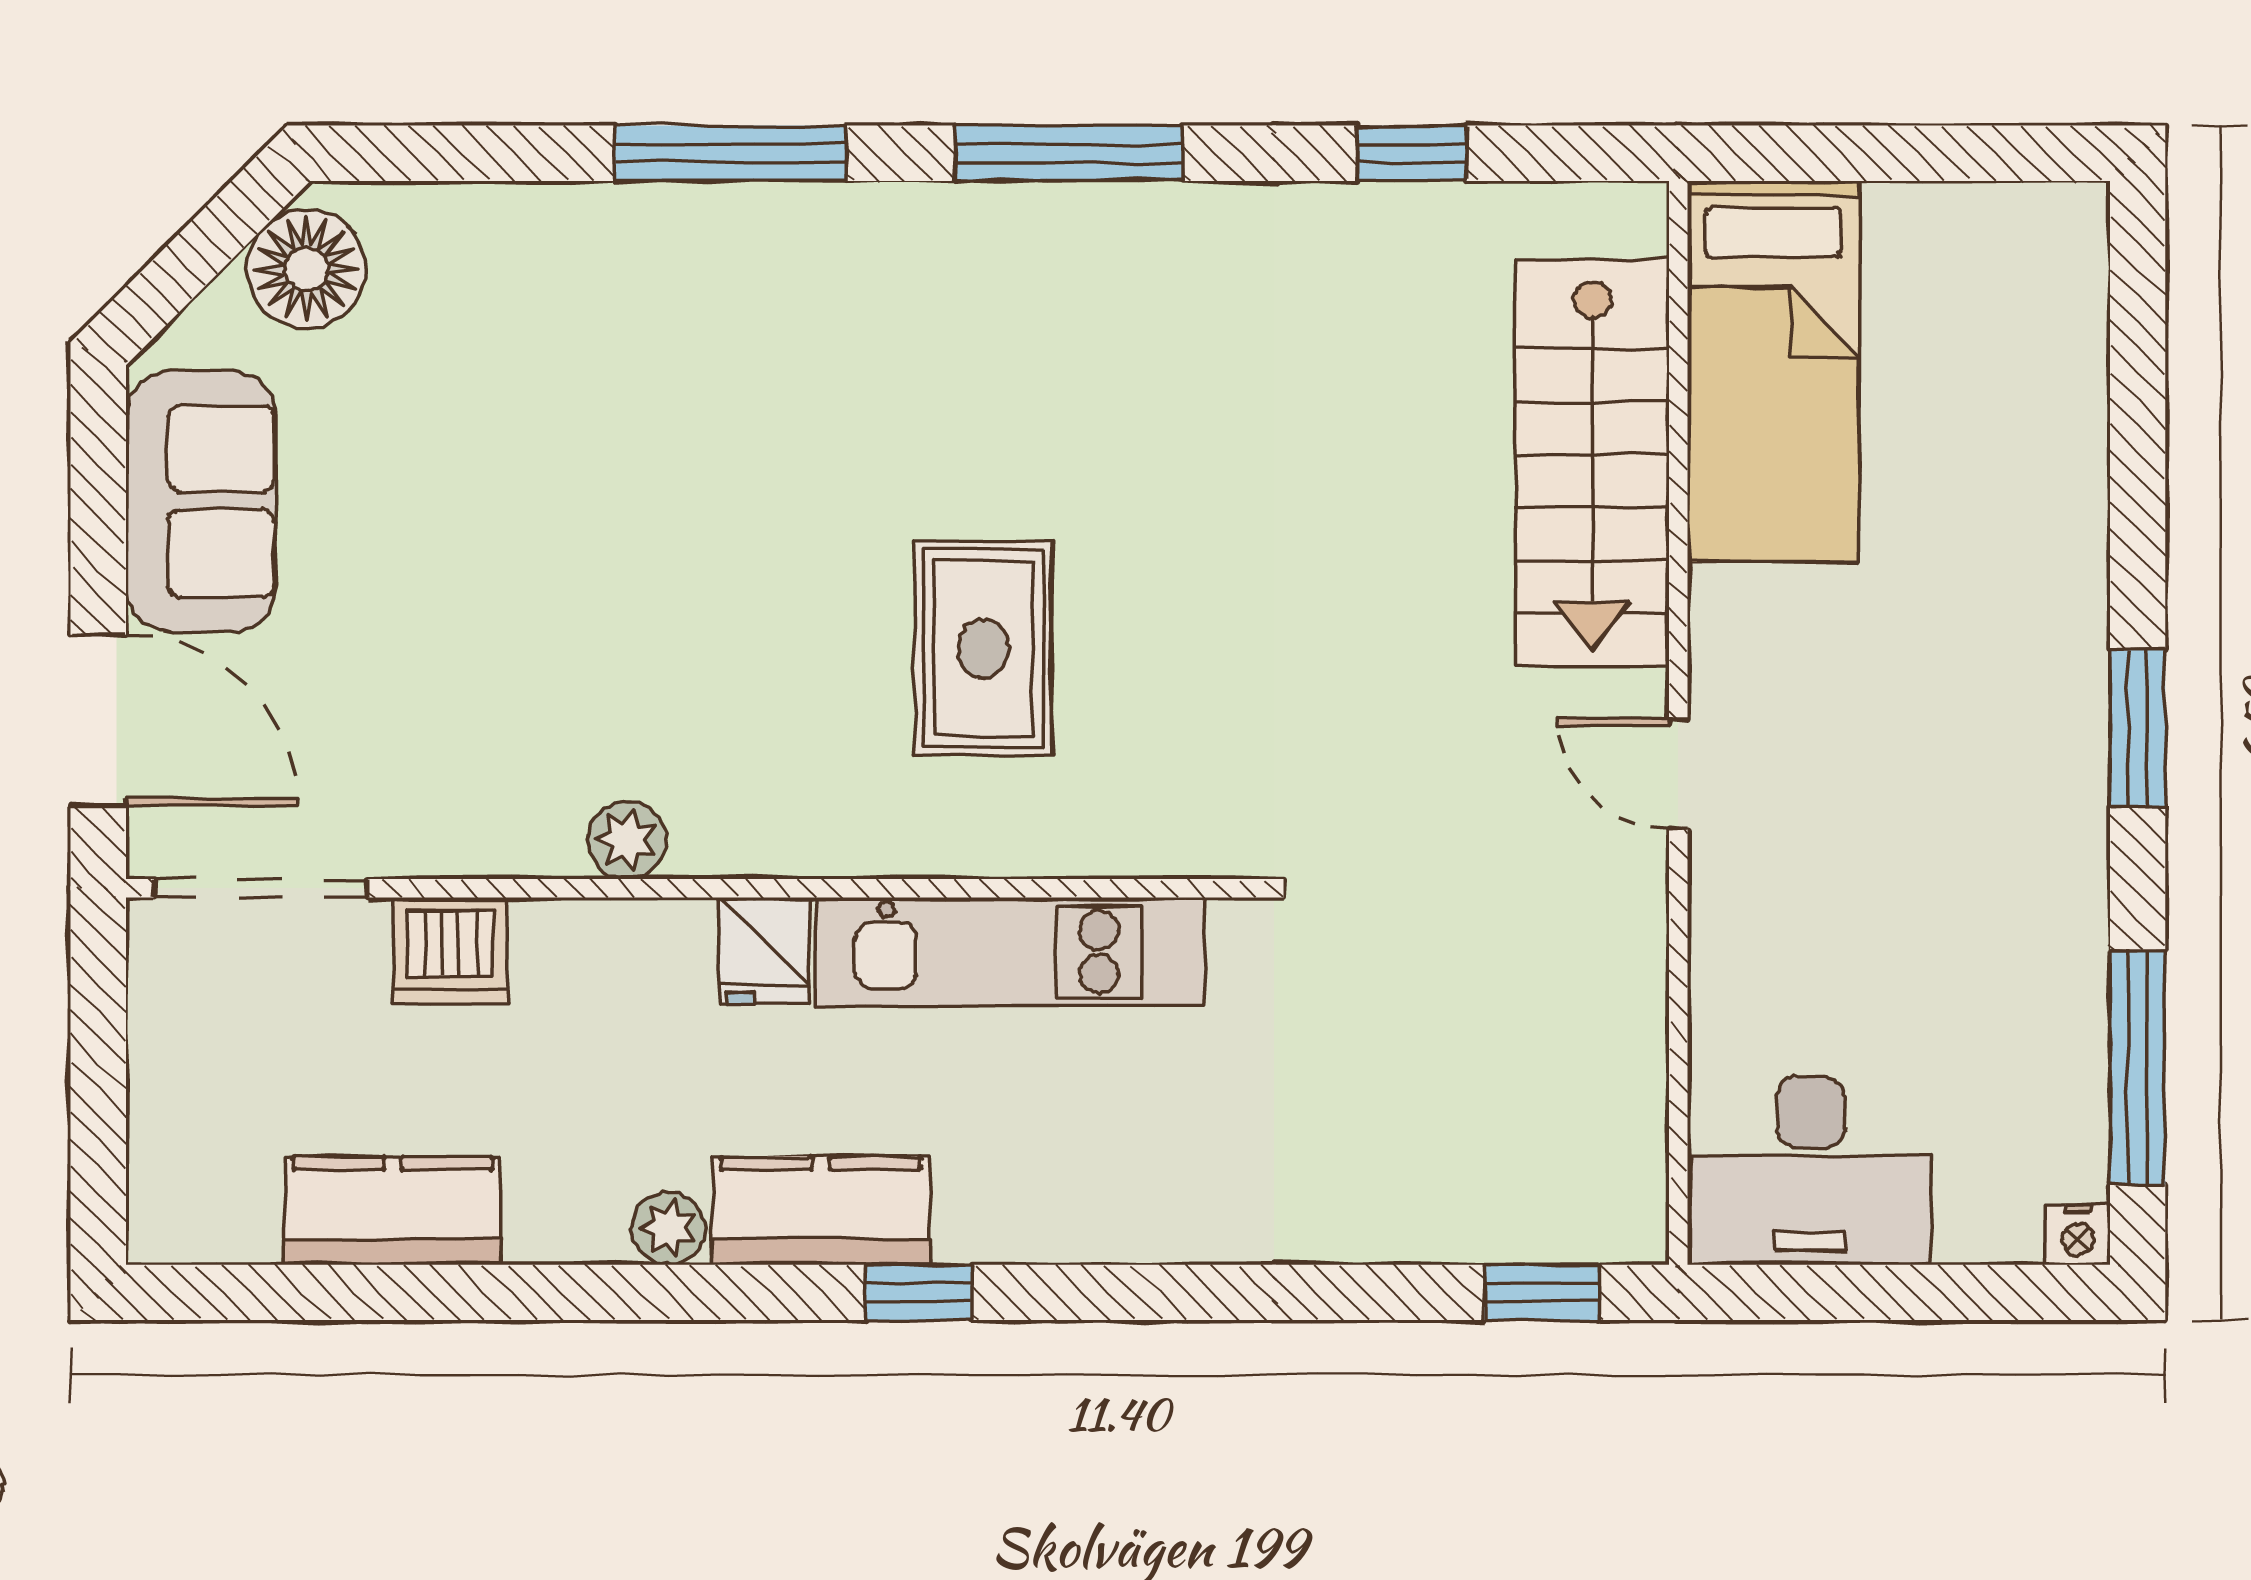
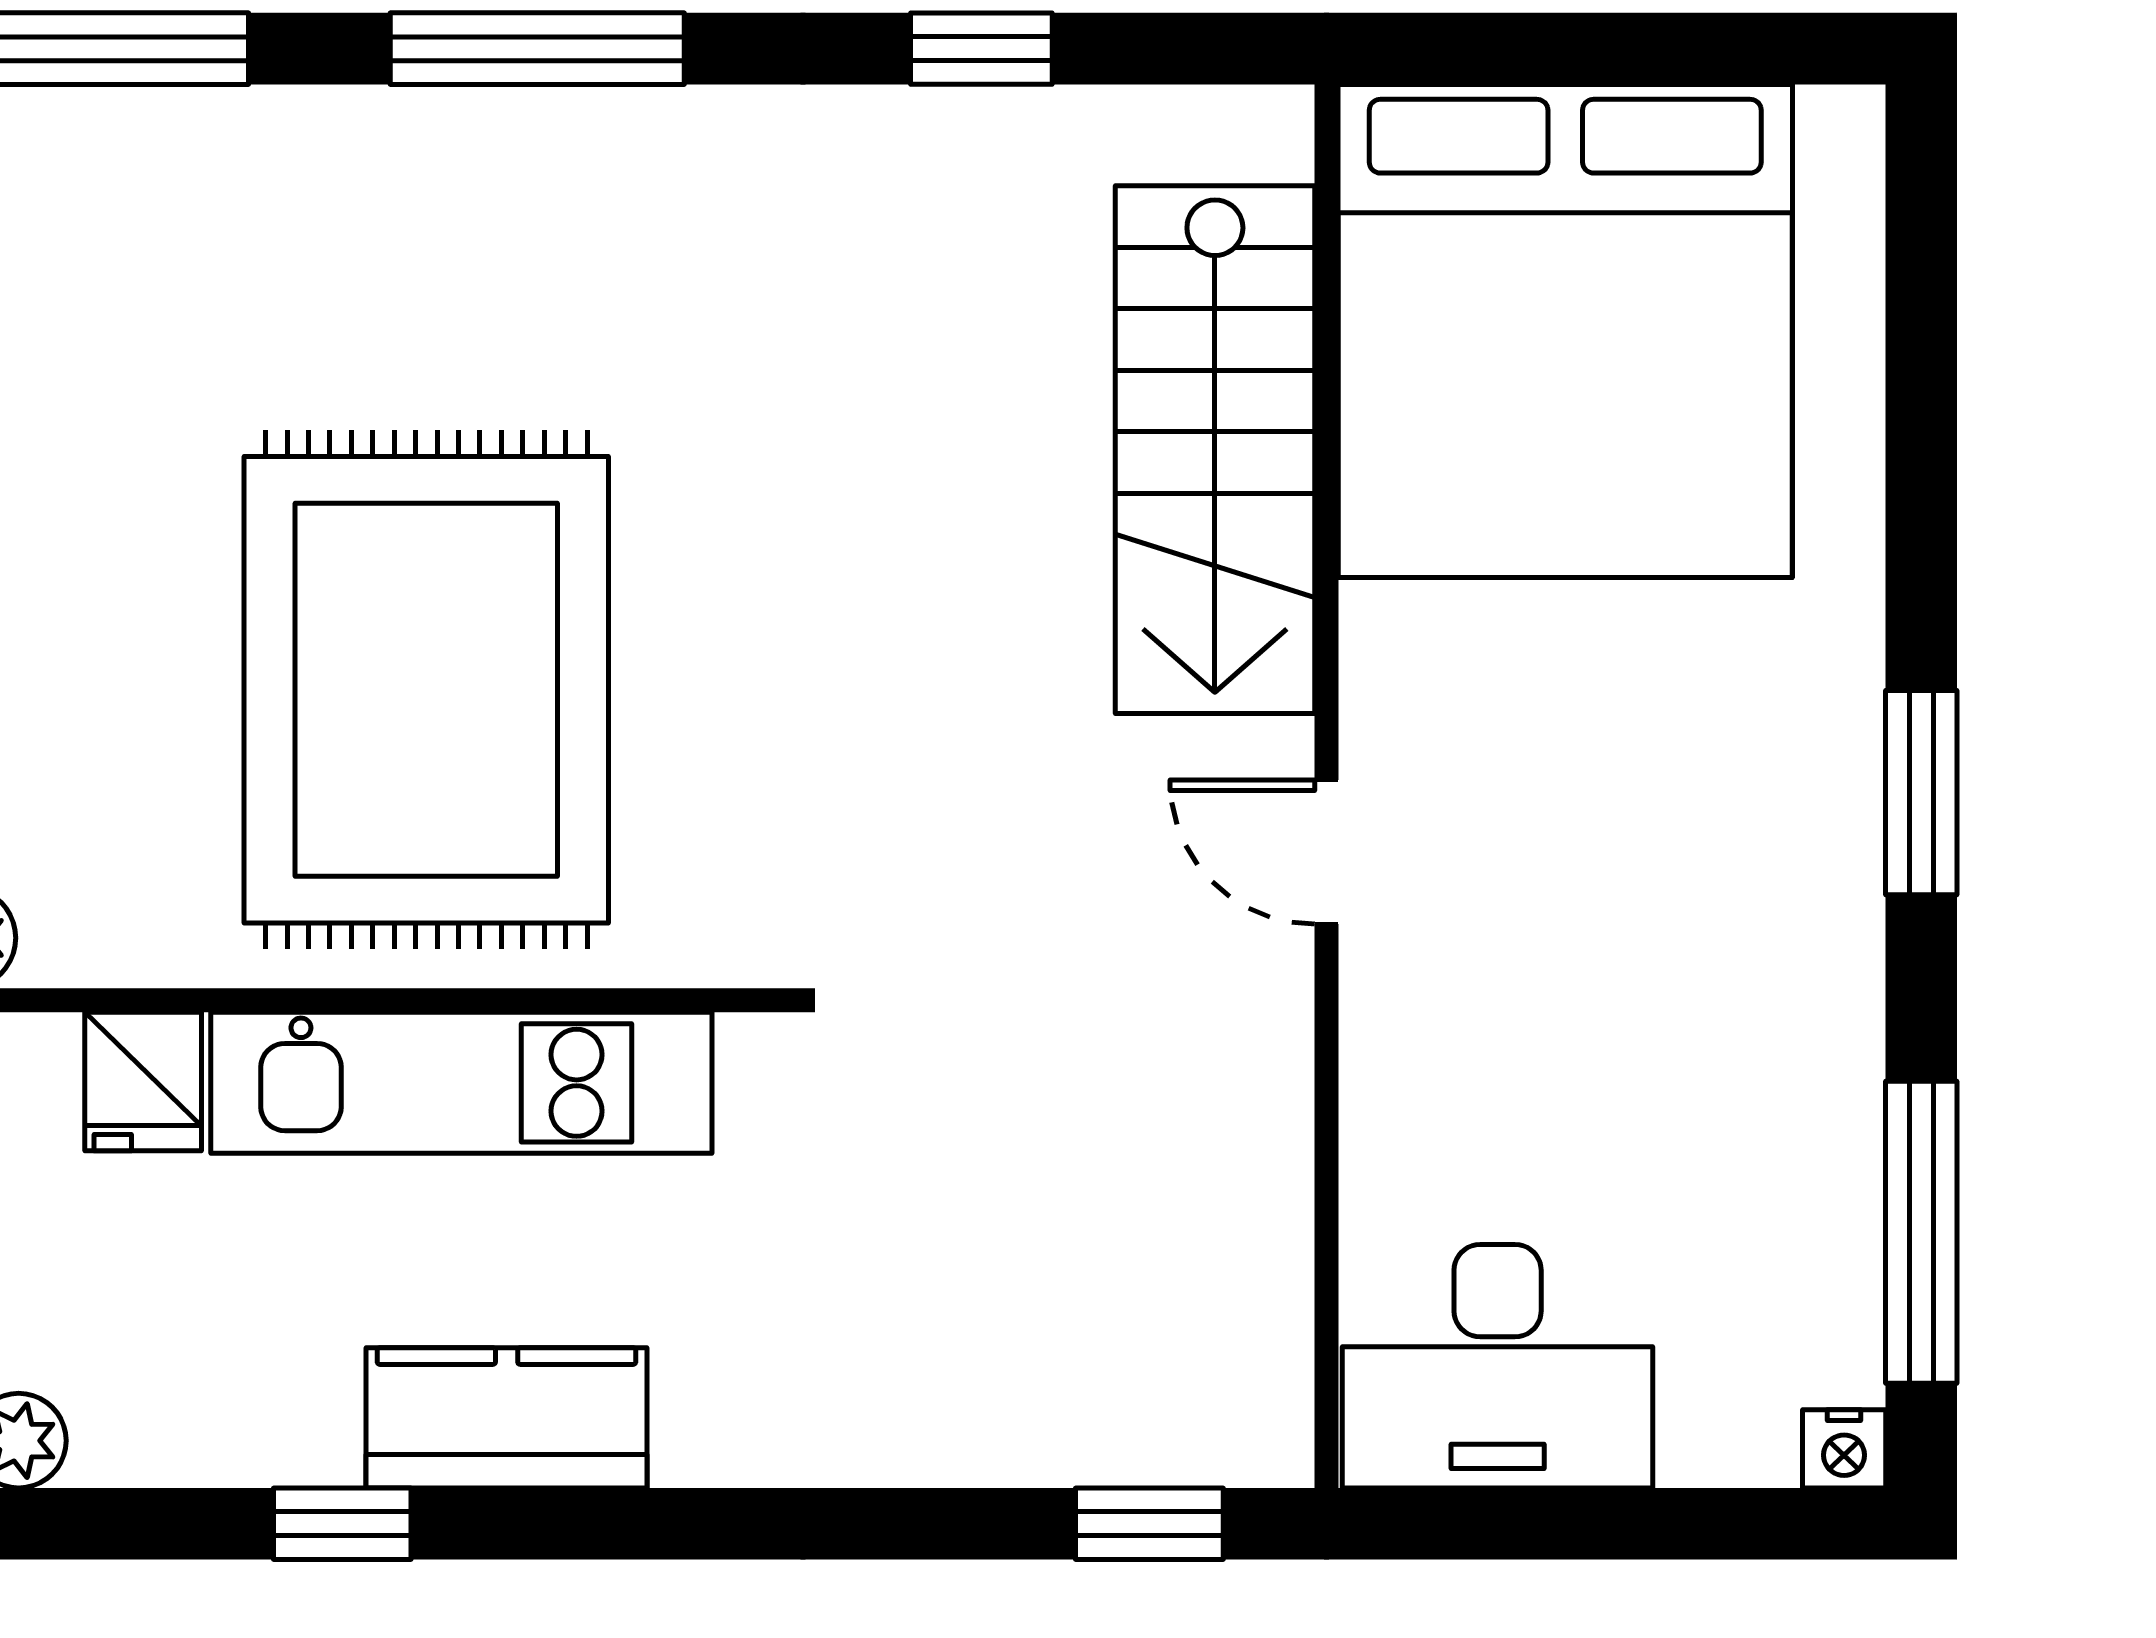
bed: (1773, 371) -> (1565, 331), width x2.04
rug: (983, 648) -> (426, 690), width x1.86, depth x2.06
kitchen counter: (821, 1211) -> (507, 1418), moved

